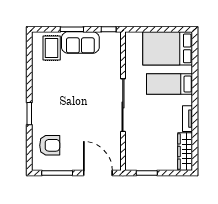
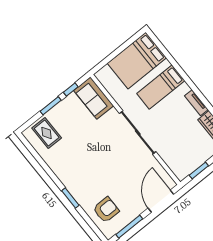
window: (109, 29) -> (71, 89), moved
sofa: (80, 43) -> (94, 98), moved, turned 90
door: (98, 173) -> (161, 201), hinge flipped

